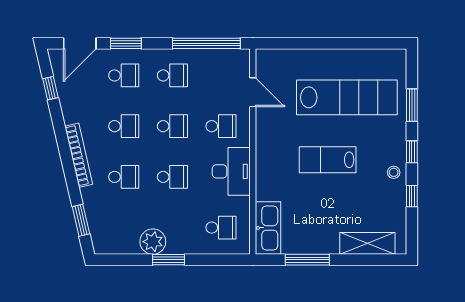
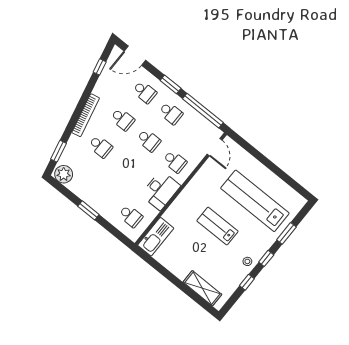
window: (126, 43) -> (171, 84), moved
door: (253, 92) -> (215, 147), moved
lab bench: (347, 97) -> (255, 201), turned 180
school desk: (172, 177) -> (127, 168), removed
plant: (153, 242) -> (64, 174), moved
window: (307, 260) -> (163, 271), removed

